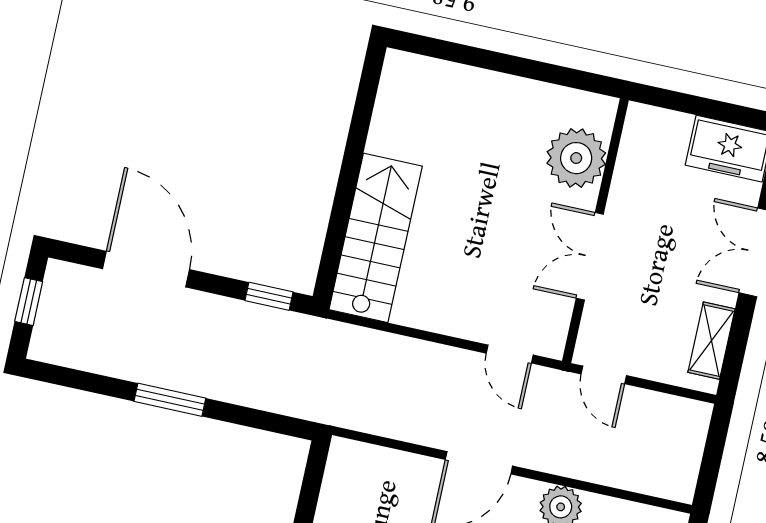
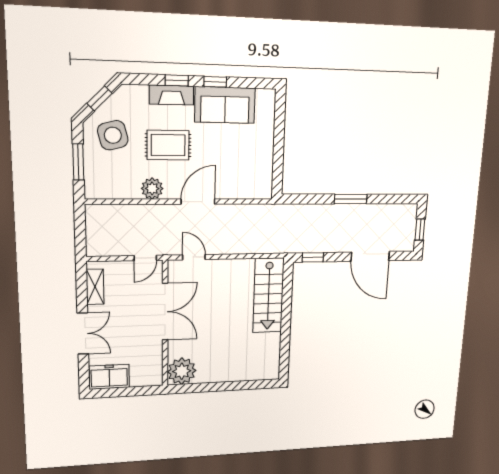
plant: (576, 158) -> (182, 371), moved
double door: (590, 256) -> (165, 312), width x1.37
door: (604, 375) -> (145, 258), swing flipped

